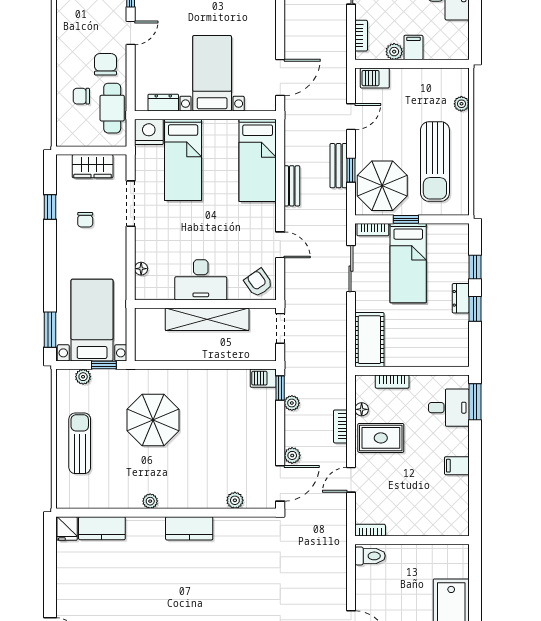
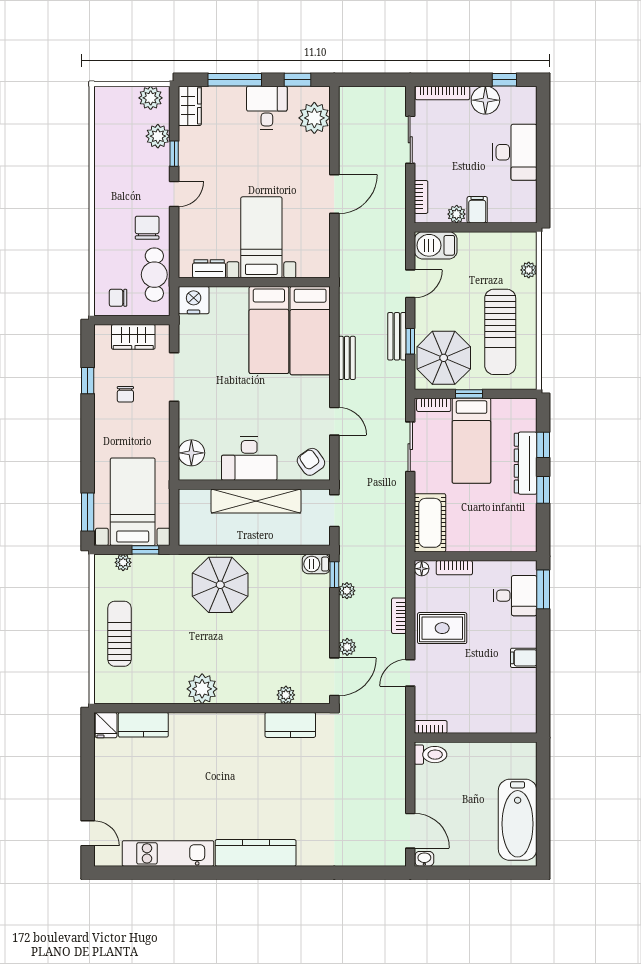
door: (280, 77) -> (334, 194), moved
barbecue: (375, 78) -> (436, 245), width x1.38, depth x1.27
chair: (81, 96) -> (118, 298), moved
bed: (183, 160) -> (269, 330), moved
floor lamp: (141, 269) -> (191, 453), width x1.89, depth x1.89
dresser: (461, 298) -> (526, 463), width x1.96, depth x1.24
floor lamp: (362, 409) -> (422, 569), moved
parasol: (153, 420) -> (220, 585), moved
plant: (150, 501) -> (202, 689), width x1.88, depth x1.88
kitchen counter: (189, 528) -> (290, 725), moved

